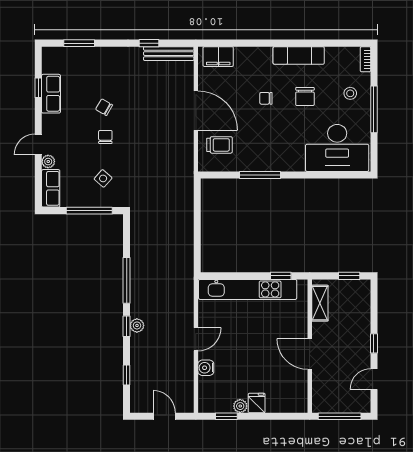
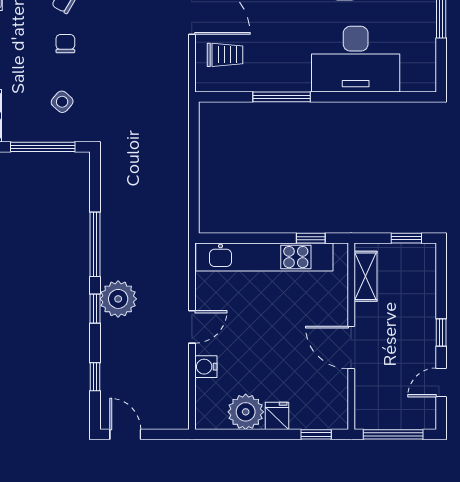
desk: (337, 148) -> (356, 59), moved
plant: (137, 325) -> (118, 299), width x1.87, depth x1.87
plant: (240, 406) -> (246, 412), width x1.88, depth x1.88
door: (164, 416) -> (125, 434), moved
window: (226, 416) -> (316, 434), moved

